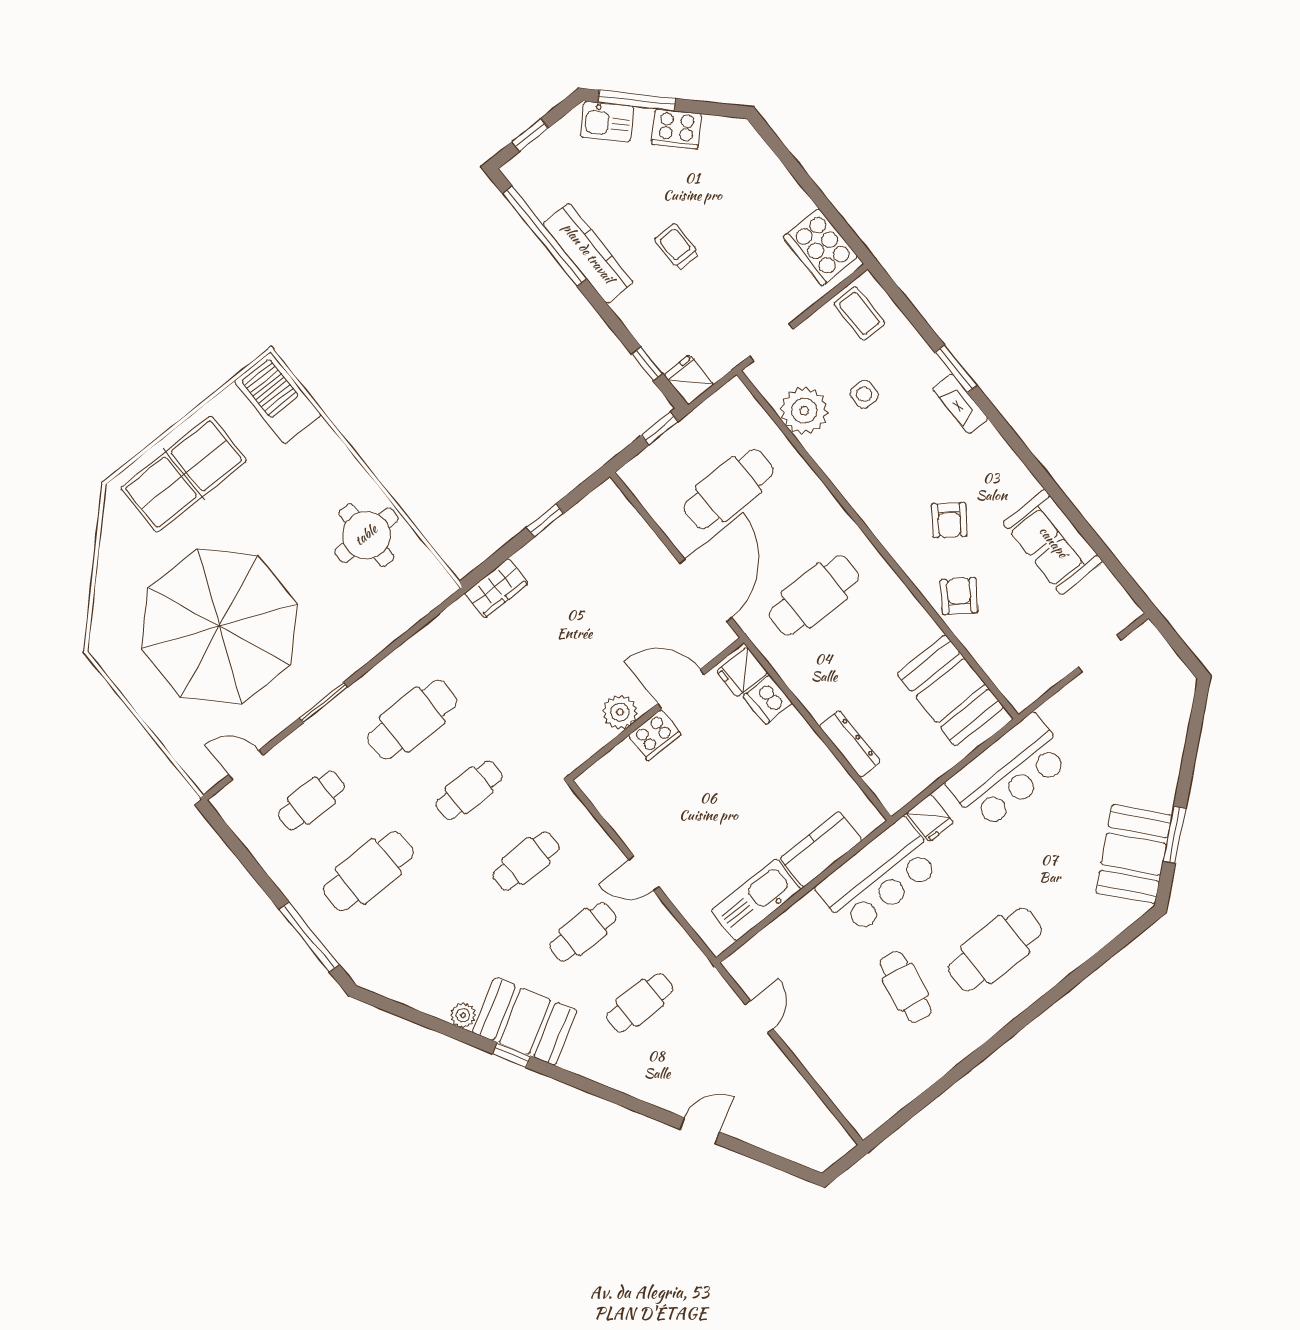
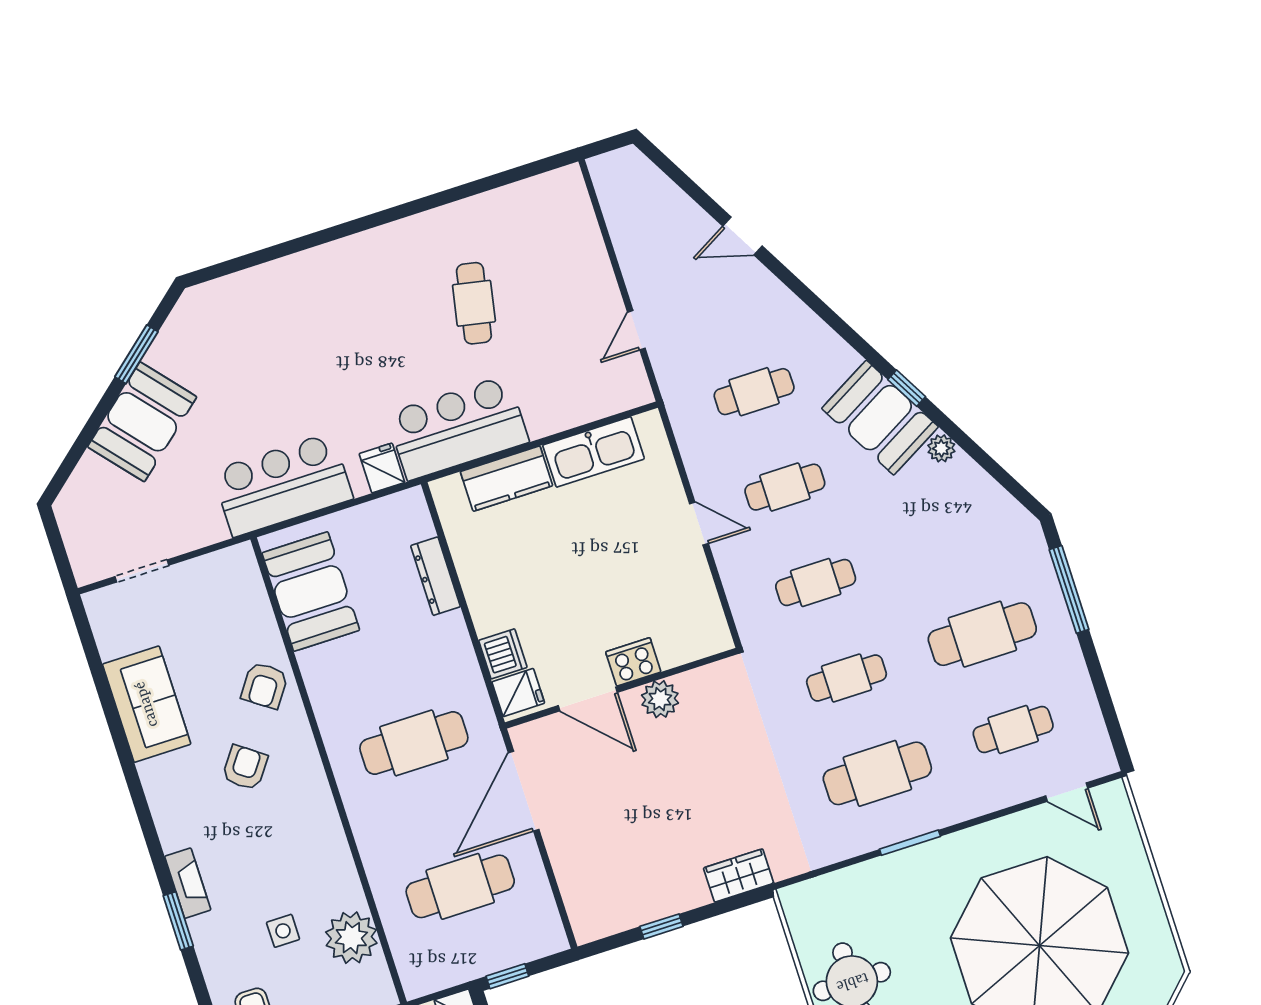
window: (323, 703) -> (910, 843), moved
booth: (1134, 854) -> (142, 422), moved
cafe table: (995, 950) -> (367, 307), removed

